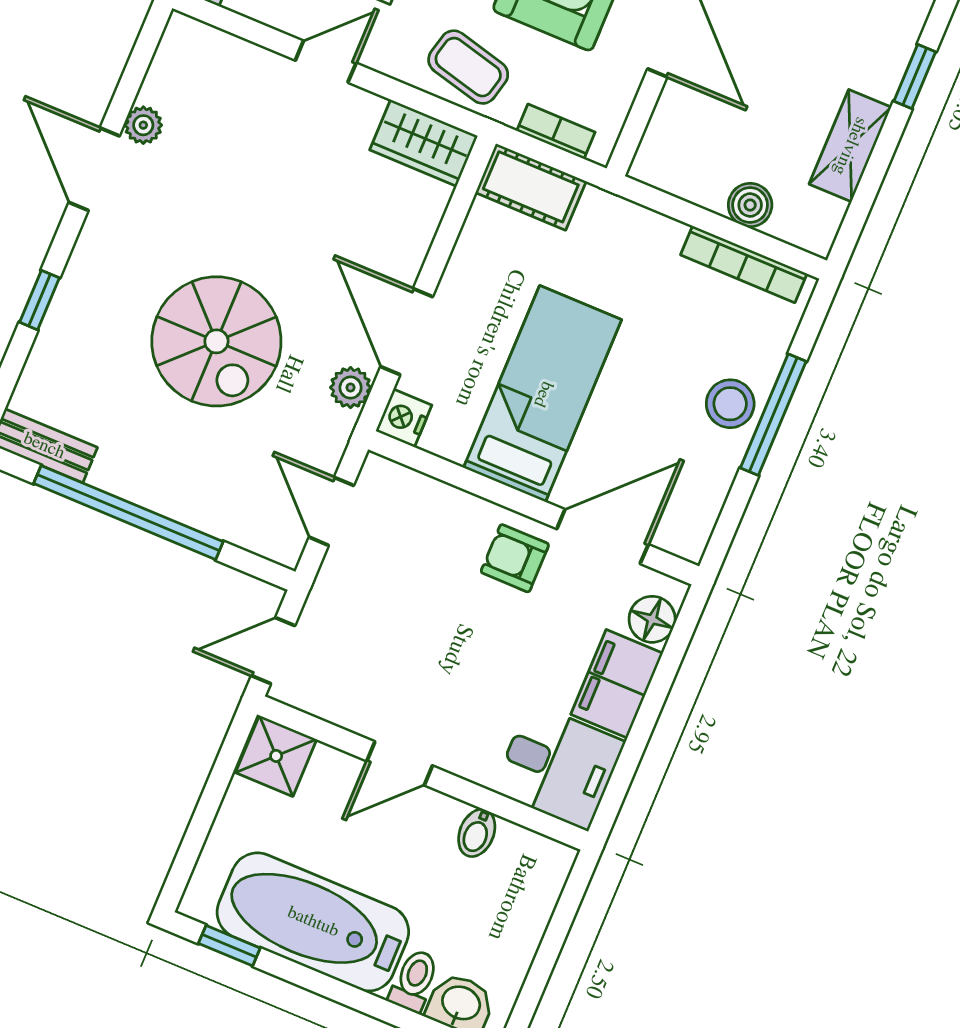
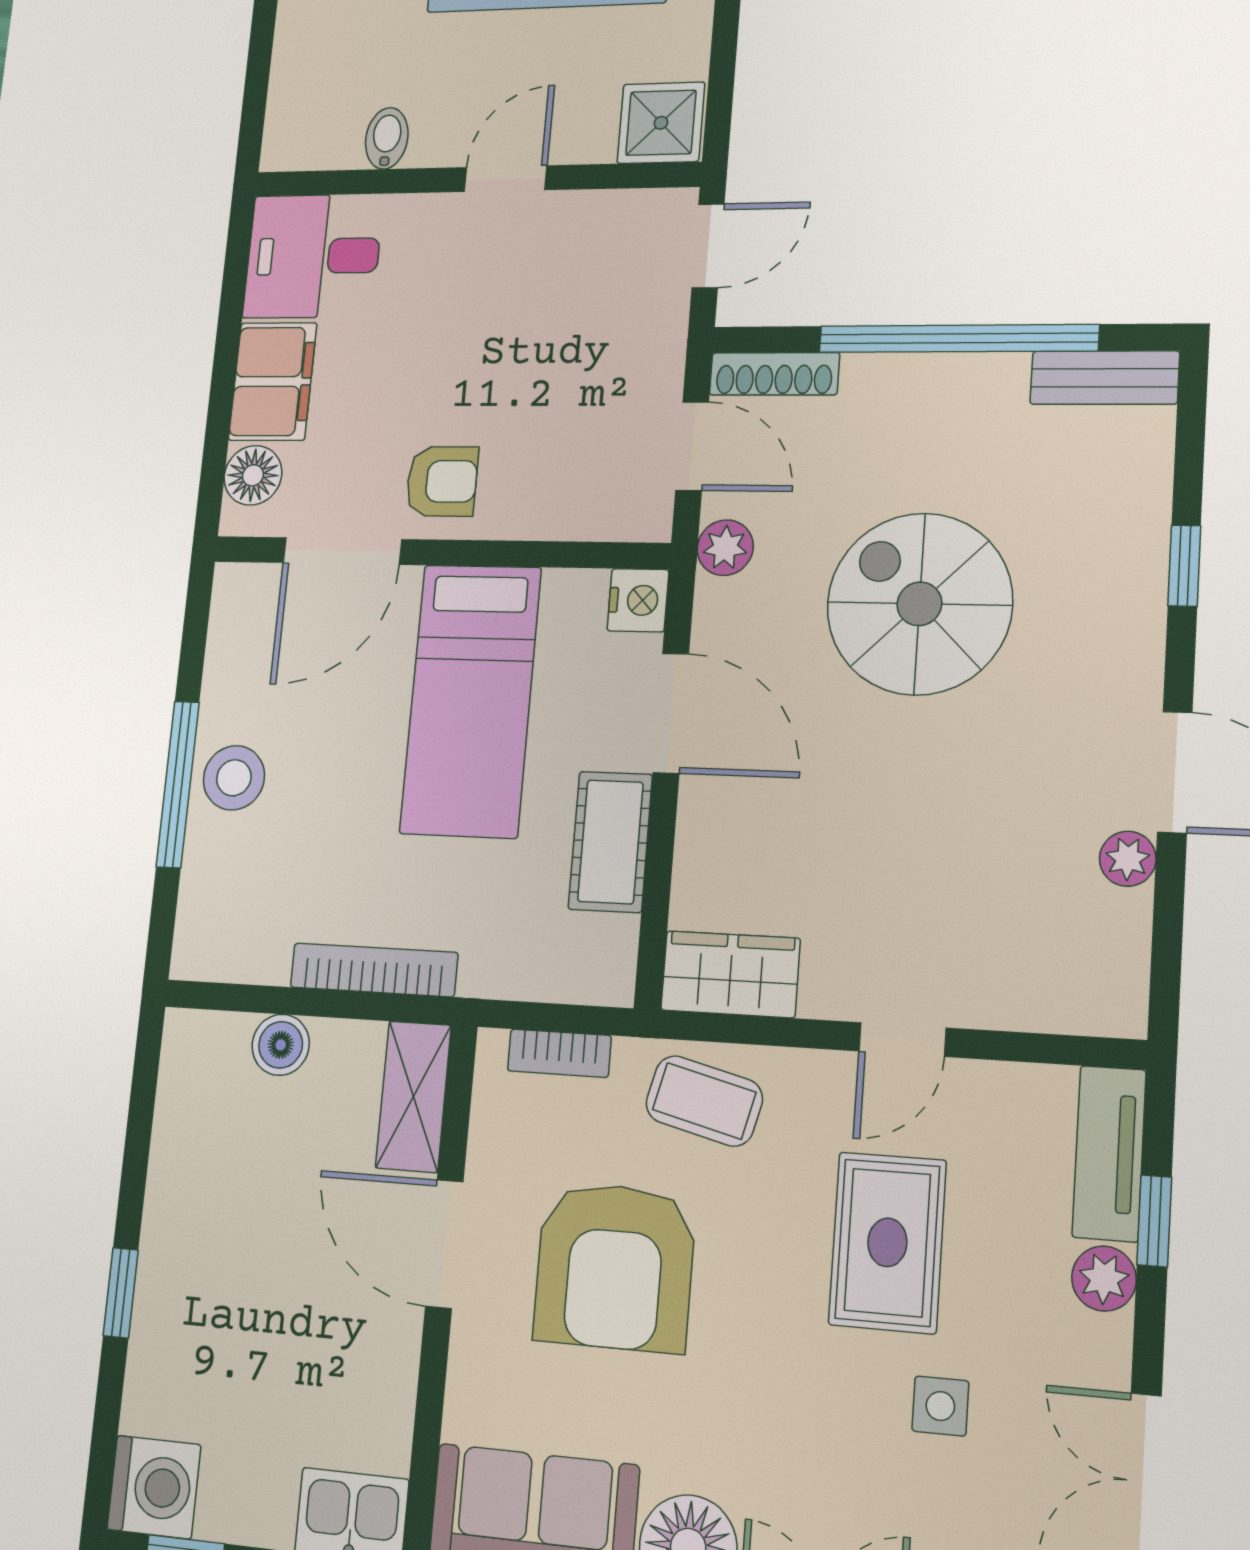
shelving: (850, 146) -> (413, 1097), moved
cot: (531, 187) -> (610, 842), moved, turned 90
bookcase: (744, 264) -> (374, 970), moved
plant: (351, 388) -> (725, 548), moved
shoe rack: (259, 539) -> (774, 374), added

